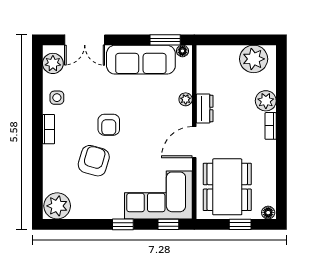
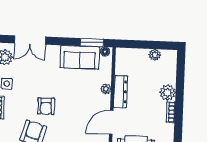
plant: (254, 59) -> (155, 55), width x0.53, depth x0.53
sofa: (141, 60) -> (80, 57), width x0.73
dresser: (205, 109) -> (120, 92), width x1.44

